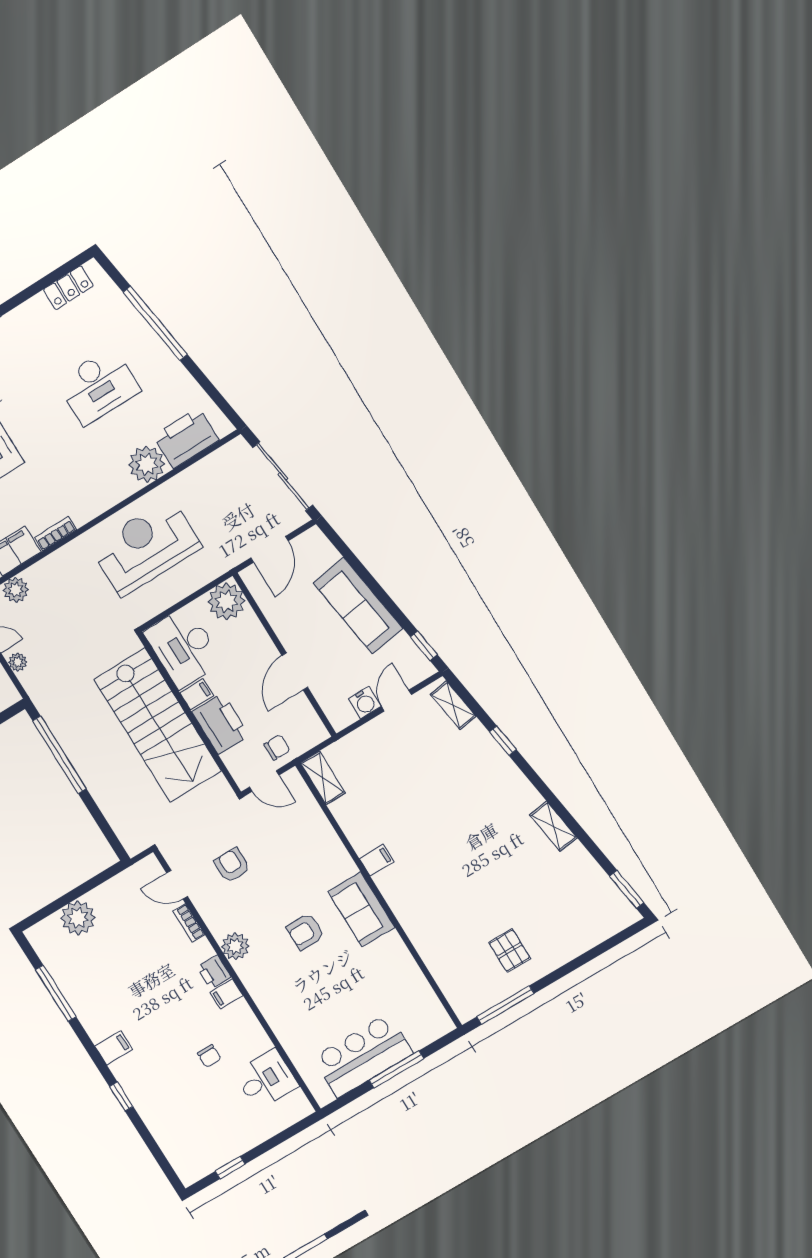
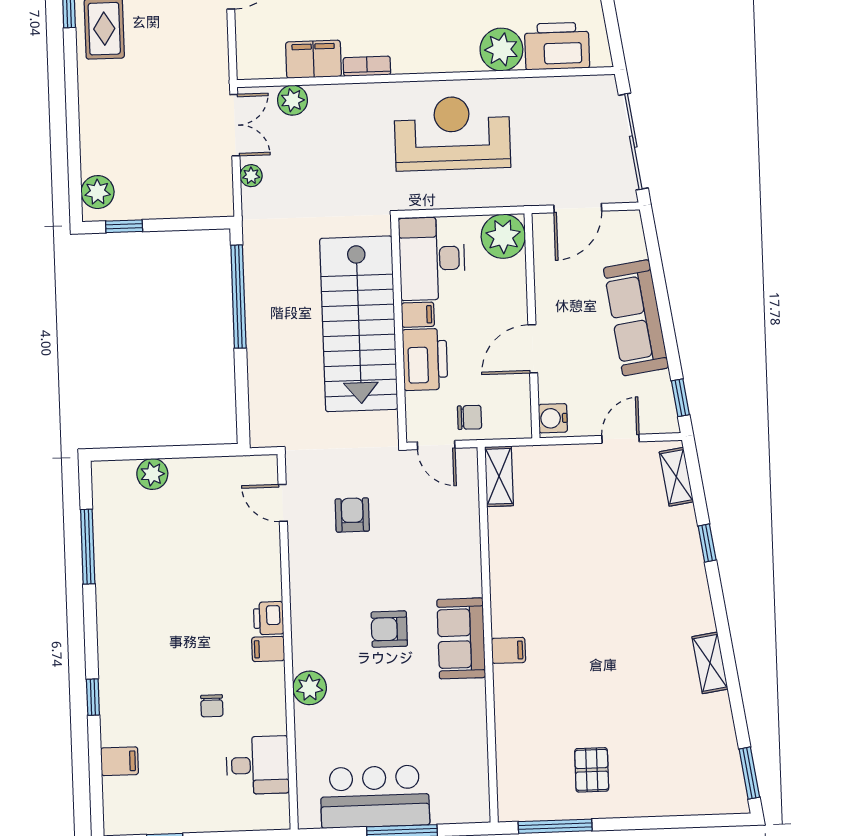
water cooler: (365, 703) -> (553, 418), moved, turned 90
filing cabinet: (377, 860) -> (508, 650), moved
plant: (78, 918) -> (152, 474), width x0.73, depth x0.73
bookcase: (189, 923) -> (272, 551), removed
plant: (235, 946) -> (310, 688), moved
filing cabinet: (114, 1048) -> (120, 761), moved

